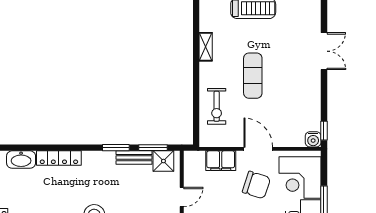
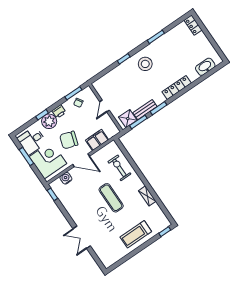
water cooler: (313, 139) -> (66, 178), moved
locker: (59, 158) -> (177, 87), moved

